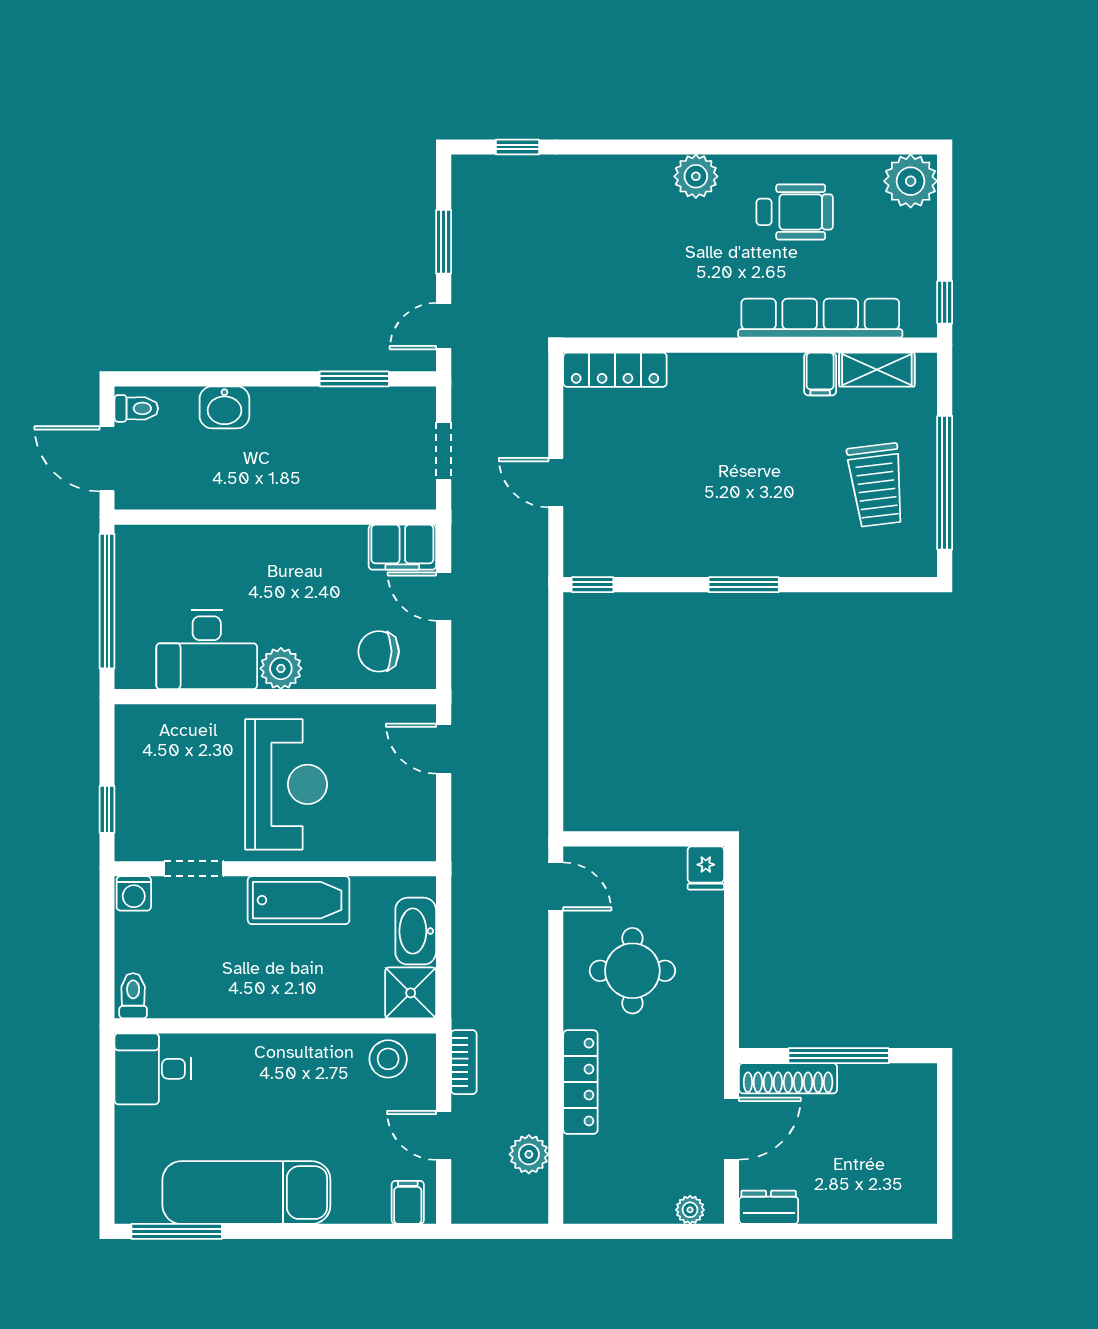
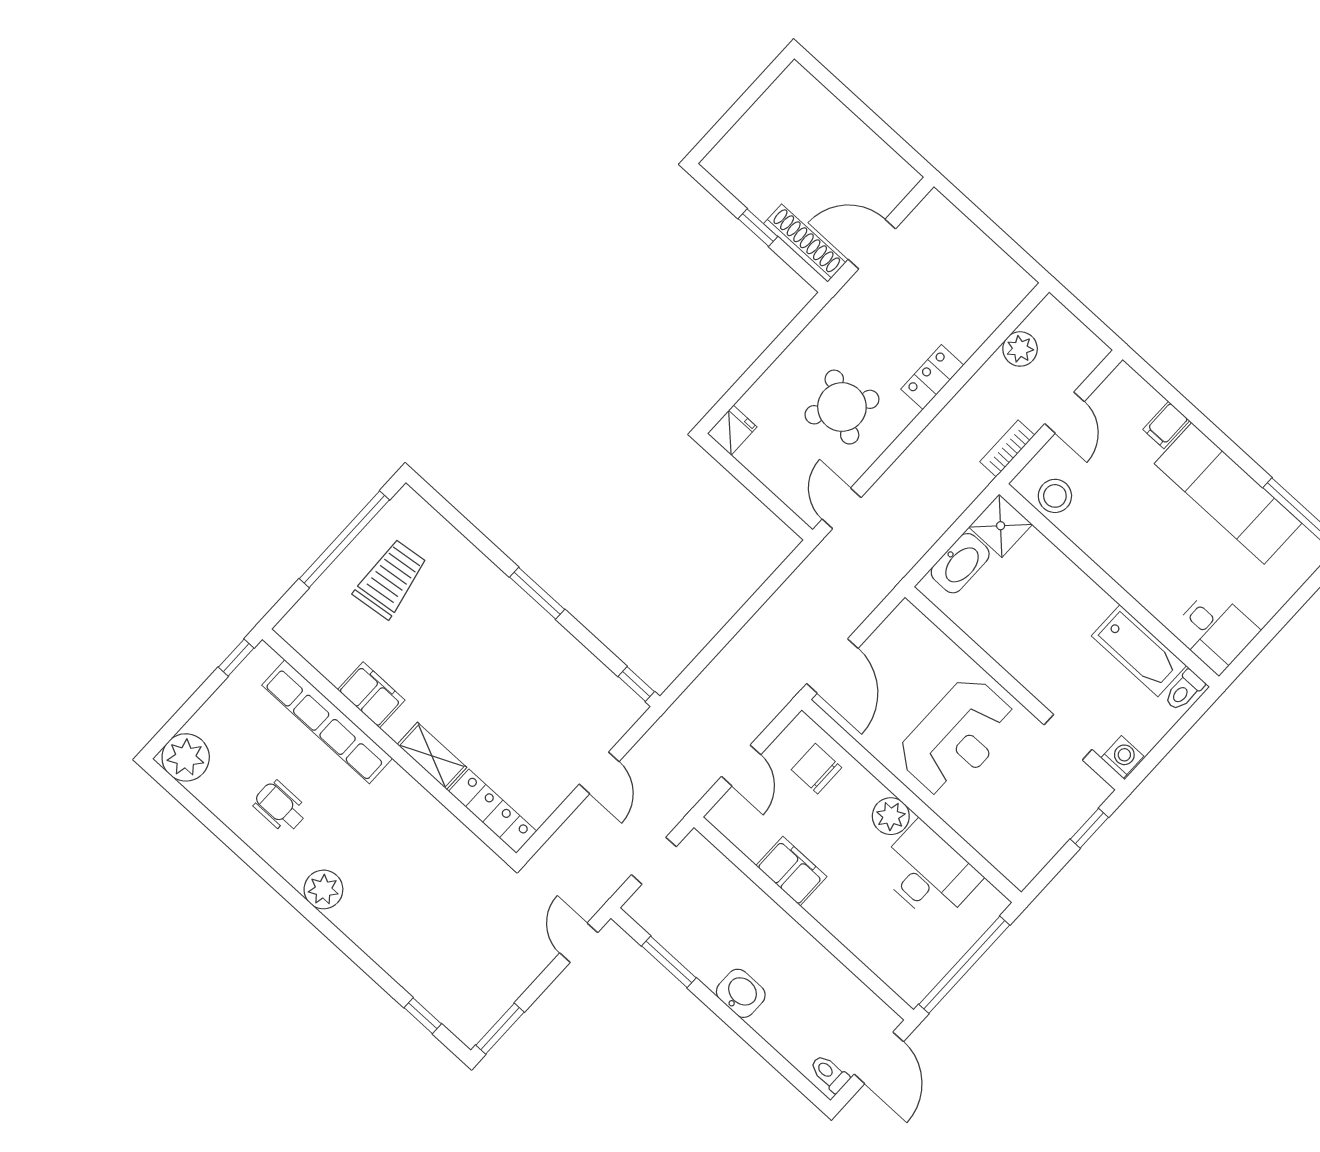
wheelchair: (795, 212) -> (280, 807), width x0.73, depth x0.73
window: (444, 242) -> (500, 1029), moved
door: (444, 326) -> (579, 943), swing flipped
shelving: (877, 370) -> (432, 756), moved
filing cabinet: (820, 374) -> (371, 695), width x2.00
washbasin: (224, 407) -> (741, 993), moved
filing cabinet: (402, 547) -> (791, 871), moved
chair: (379, 651) -> (816, 769), turned 180
door: (444, 749) -> (832, 666), width x1.38
reception desk: (286, 784) -> (957, 737), turned 180
bathtub: (299, 900) -> (1139, 651), moved, turned 180
round table: (632, 971) -> (842, 407), turned 32
window: (839, 1056) -> (758, 228), width x0.46
locker: (580, 1082) -> (932, 377), width x0.66
filing cabinet: (408, 1202) -> (1166, 425), moved
dresser: (769, 1207) -> (895, 170), removed
plant: (690, 1210) -> (948, 216), removed

